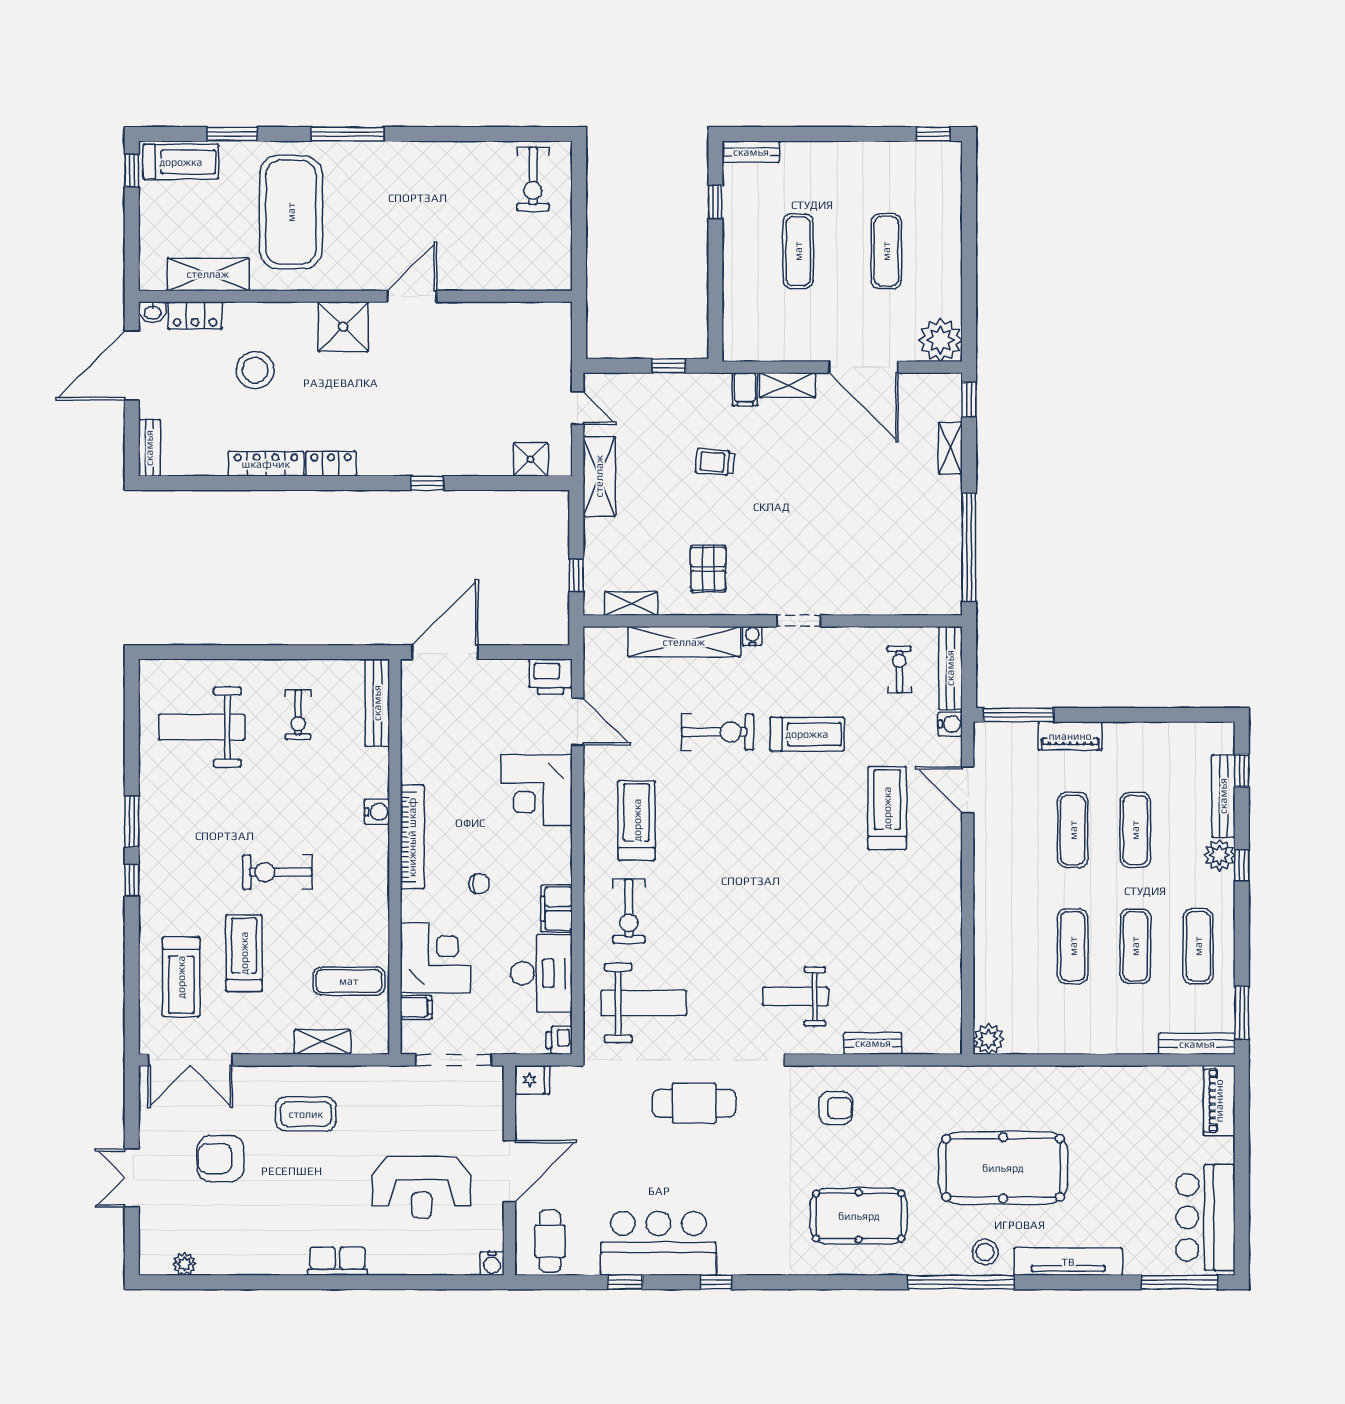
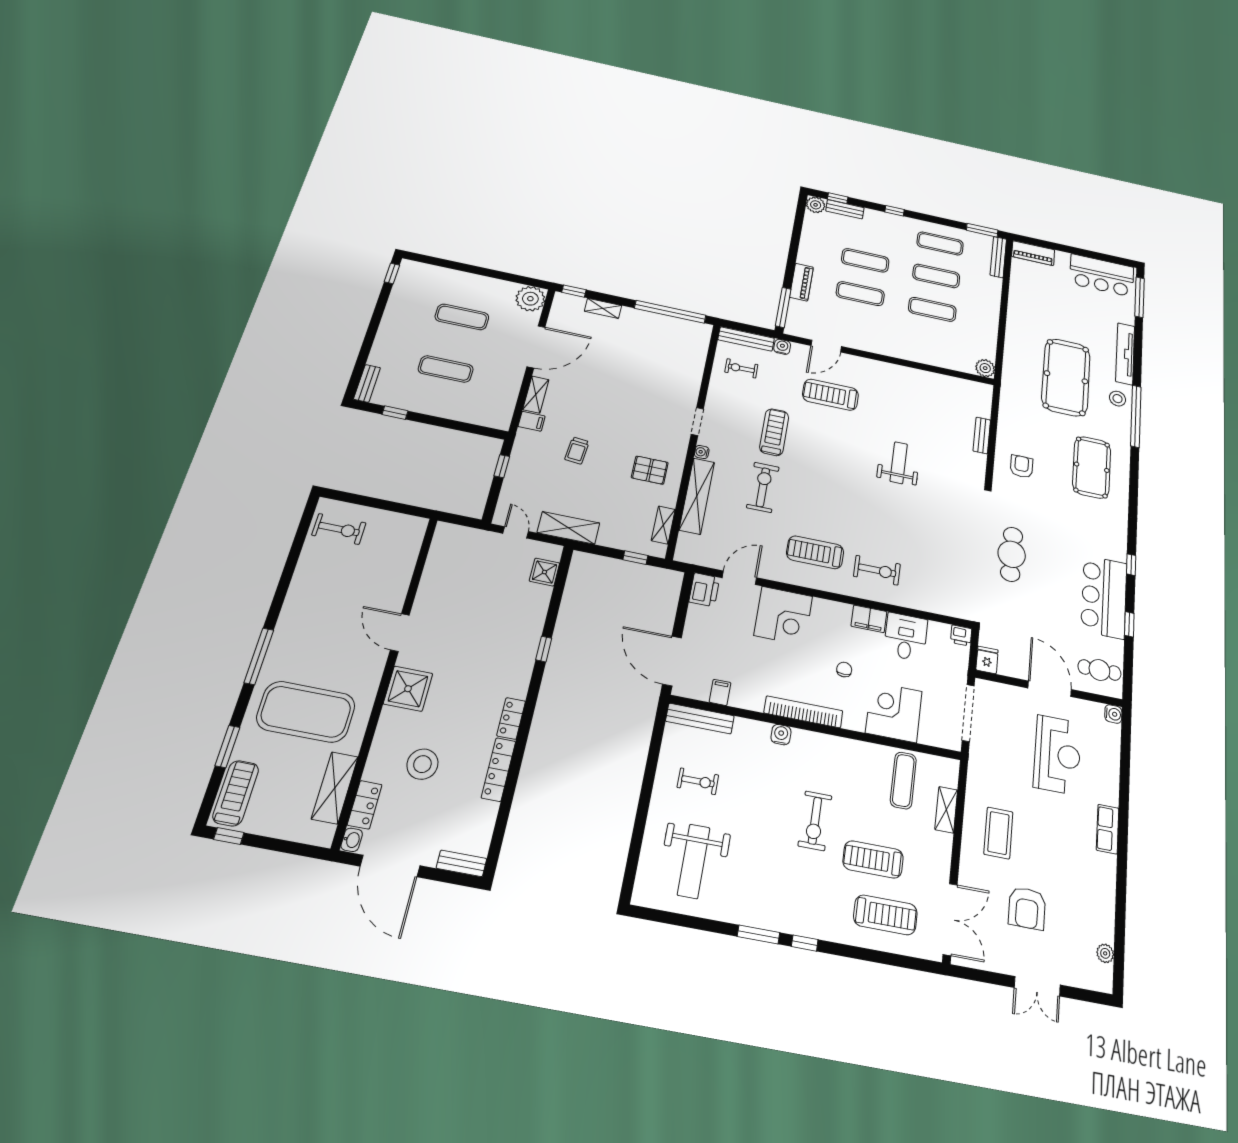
door: (578, 408) -> (516, 532), hinge flipped
bench: (1223, 796) -> (845, 209), width x0.73
plant: (1219, 855) -> (816, 205), moved
desk: (541, 973) -> (906, 637), width x0.73
weight bench: (795, 997) -> (899, 463), moved, turned 180
weight bench: (644, 1003) -> (941, 573), removed
filing cabinet: (416, 1007) -> (720, 692), moved

